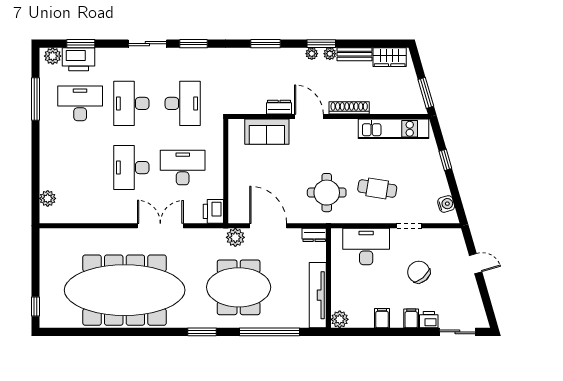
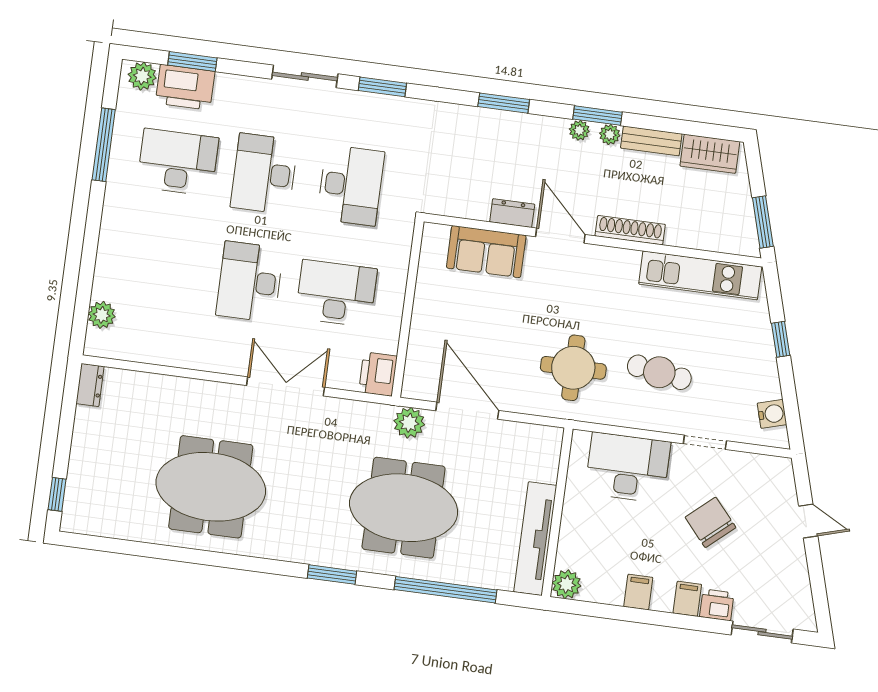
dresser: (314, 235) -> (90, 385), moved, turned -90
meeting table: (125, 290) -> (211, 487), width x0.54, depth x0.79

